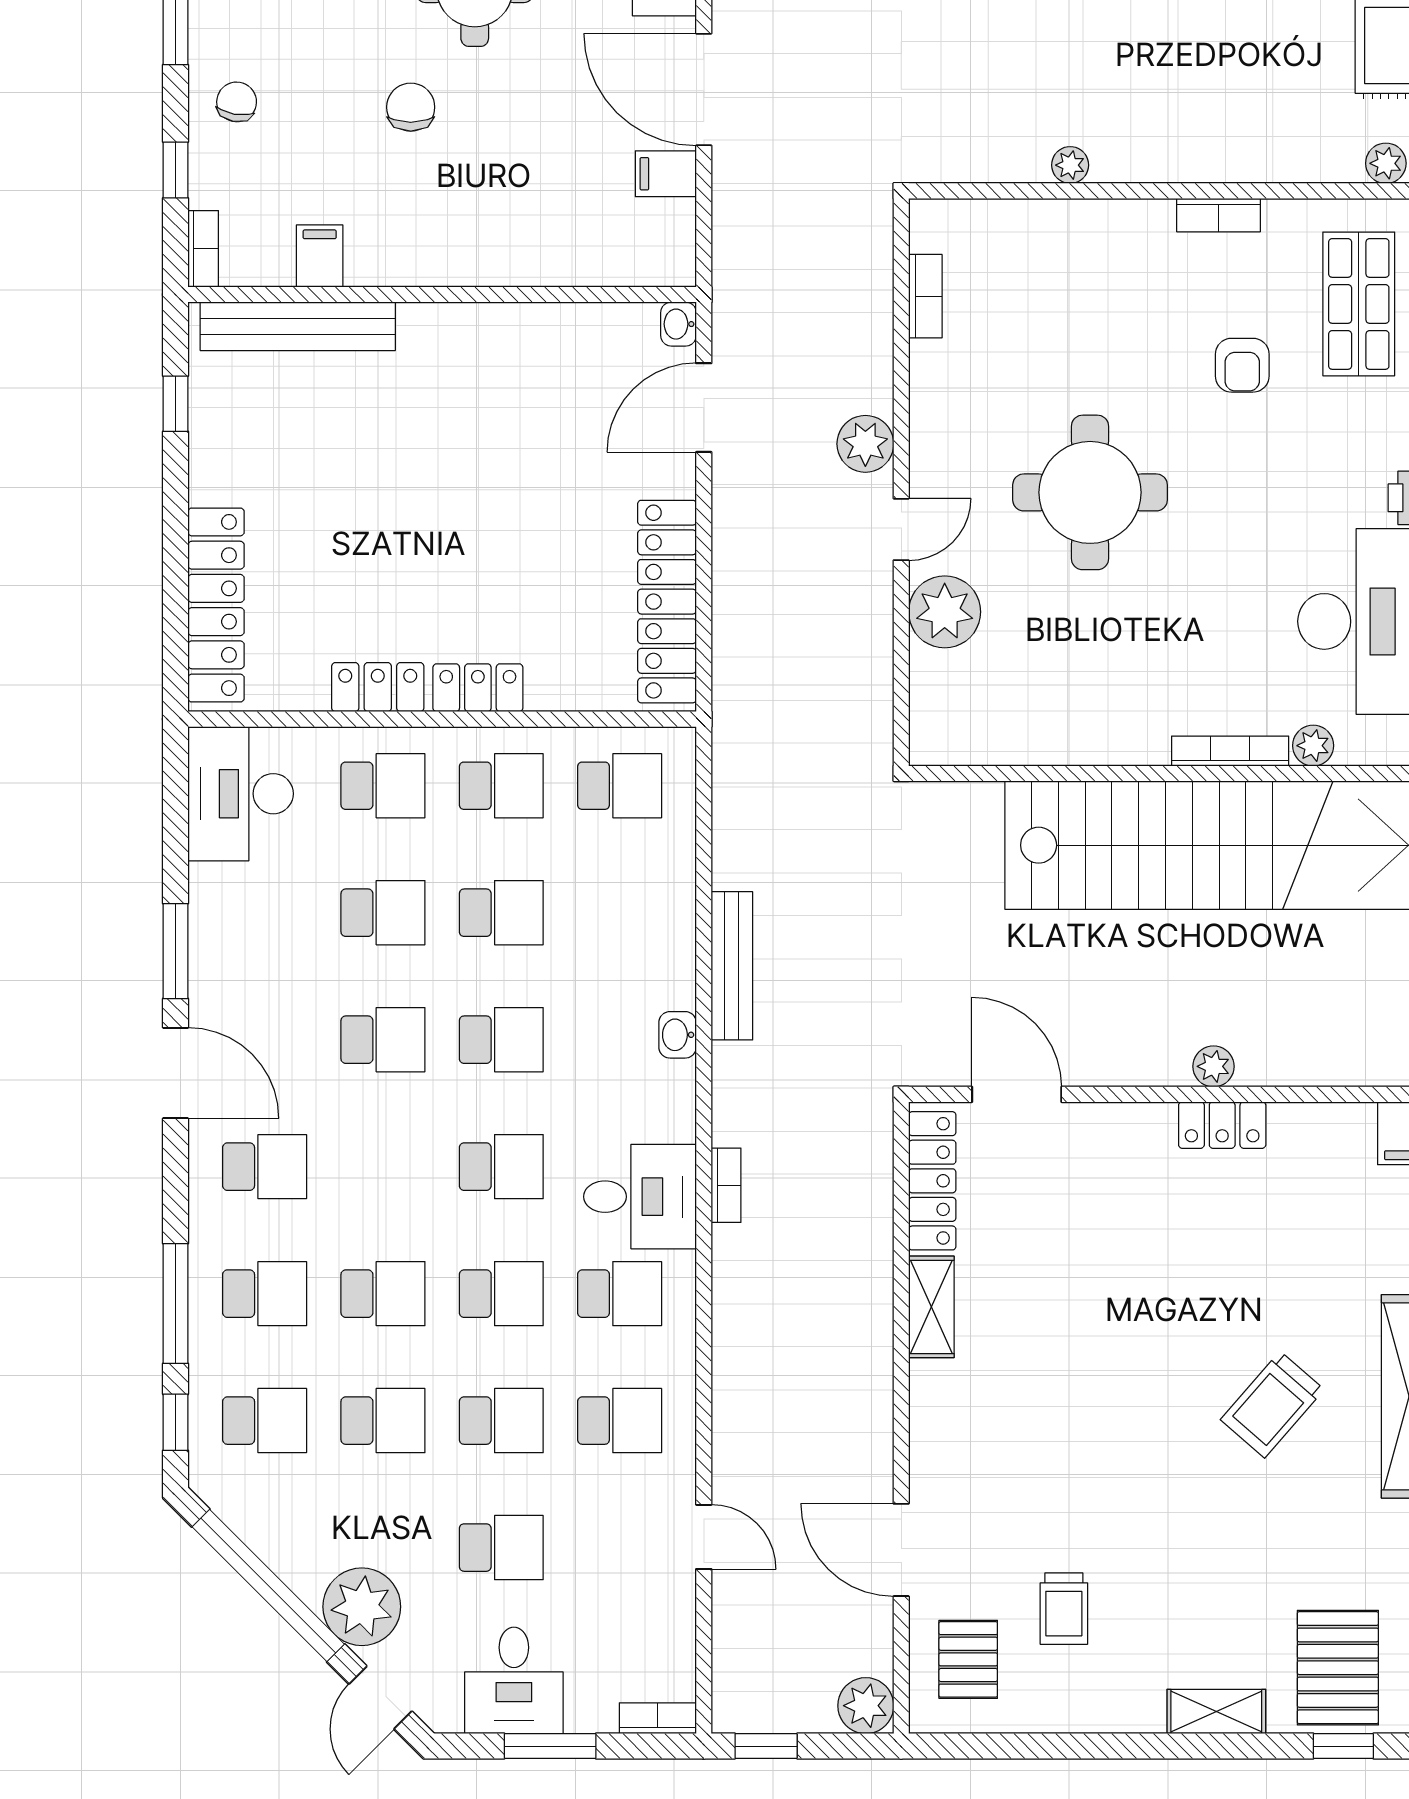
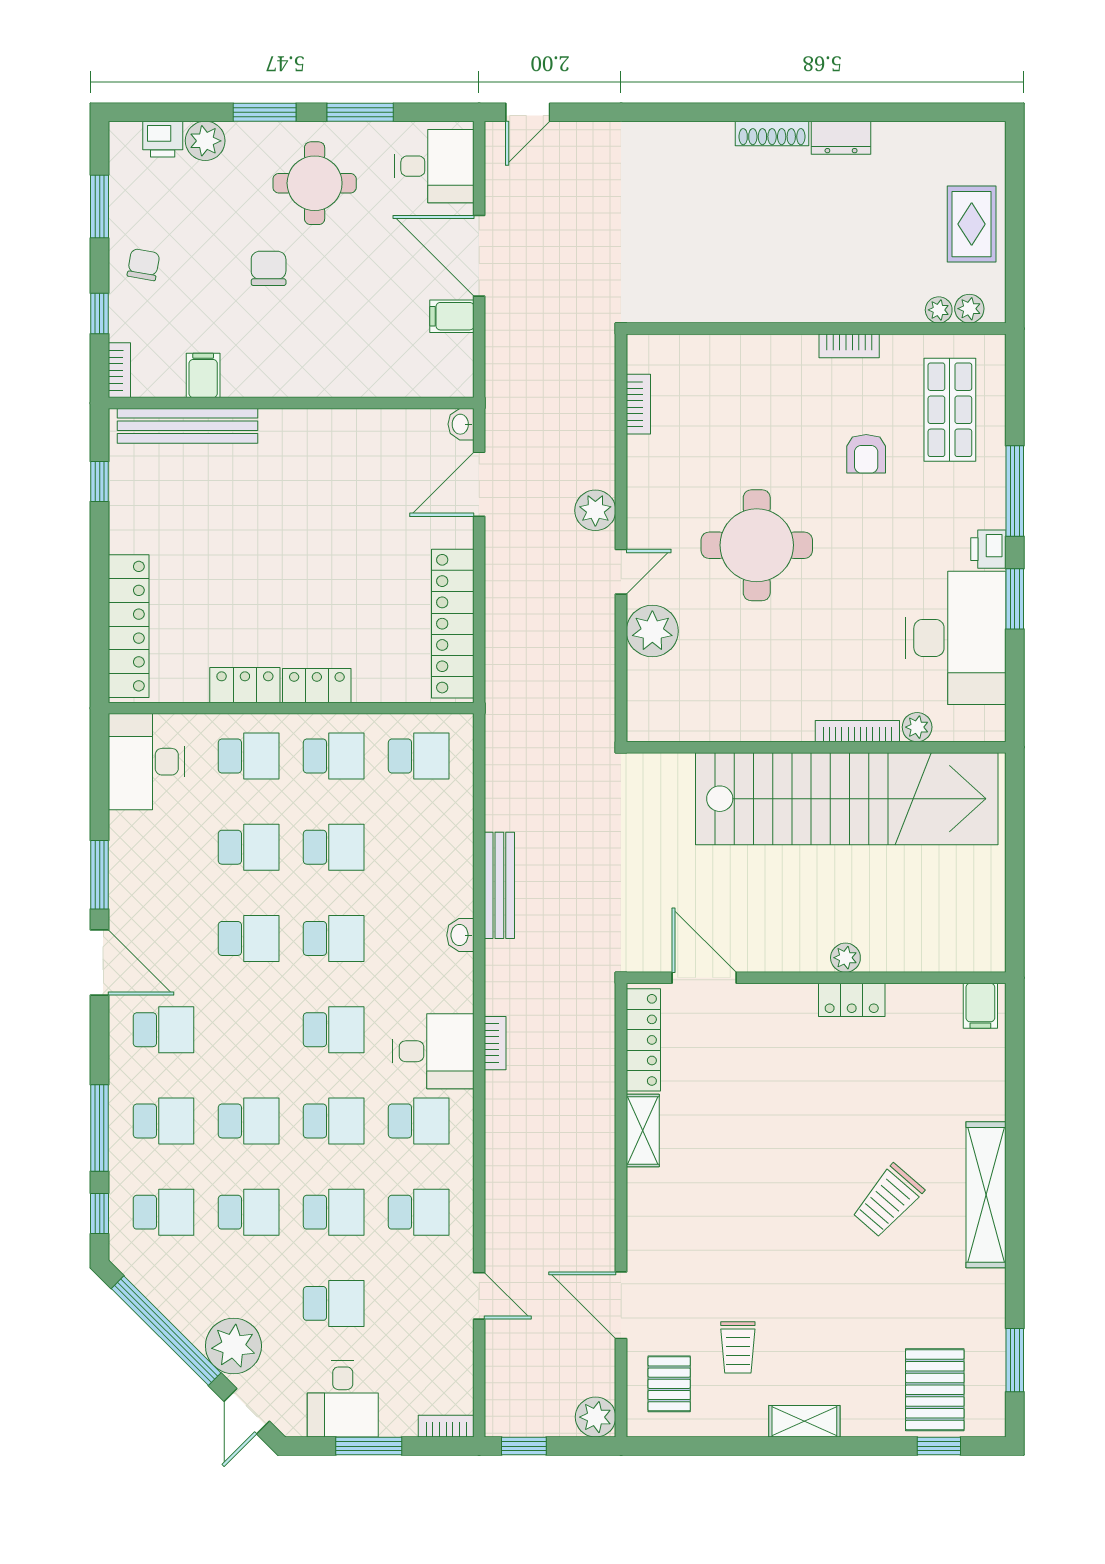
plant: (1070, 165) -> (939, 310), moved
shelving: (1216, 1711) -> (804, 1421), moved

